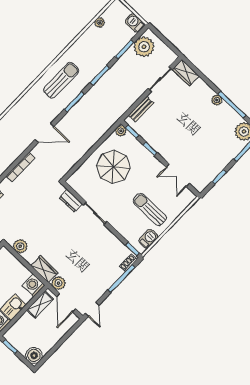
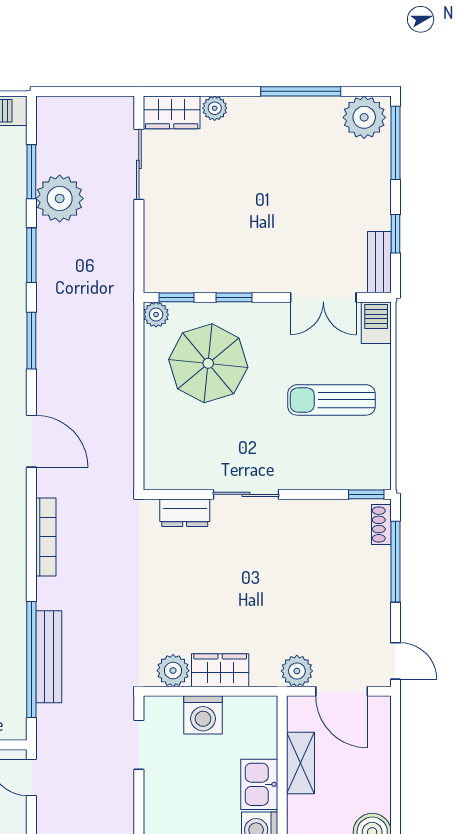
plant: (144, 47) -> (60, 199), moved
plant: (217, 100) -> (215, 108), moved
bench: (141, 109) -> (379, 262), moved
door: (45, 133) -> (31, 441), hinge flipped
parasol: (113, 167) -> (208, 363), moved
barbecue: (148, 239) -> (376, 323), moved
wardrobe: (44, 269) -> (220, 670), moved
washing machine: (34, 285) -> (203, 715), moved, turned -90
shelving: (40, 305) -> (300, 763), moved

